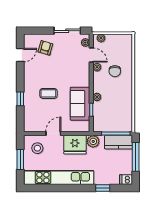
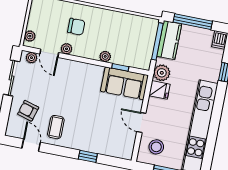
door: (91, 55) -> (49, 53), swing flipped
coffee table: (48, 93) -> (56, 127), moved
sofa: (80, 104) -> (124, 83), moved
fridge: (75, 145) -> (159, 90), width x0.53, depth x0.75

